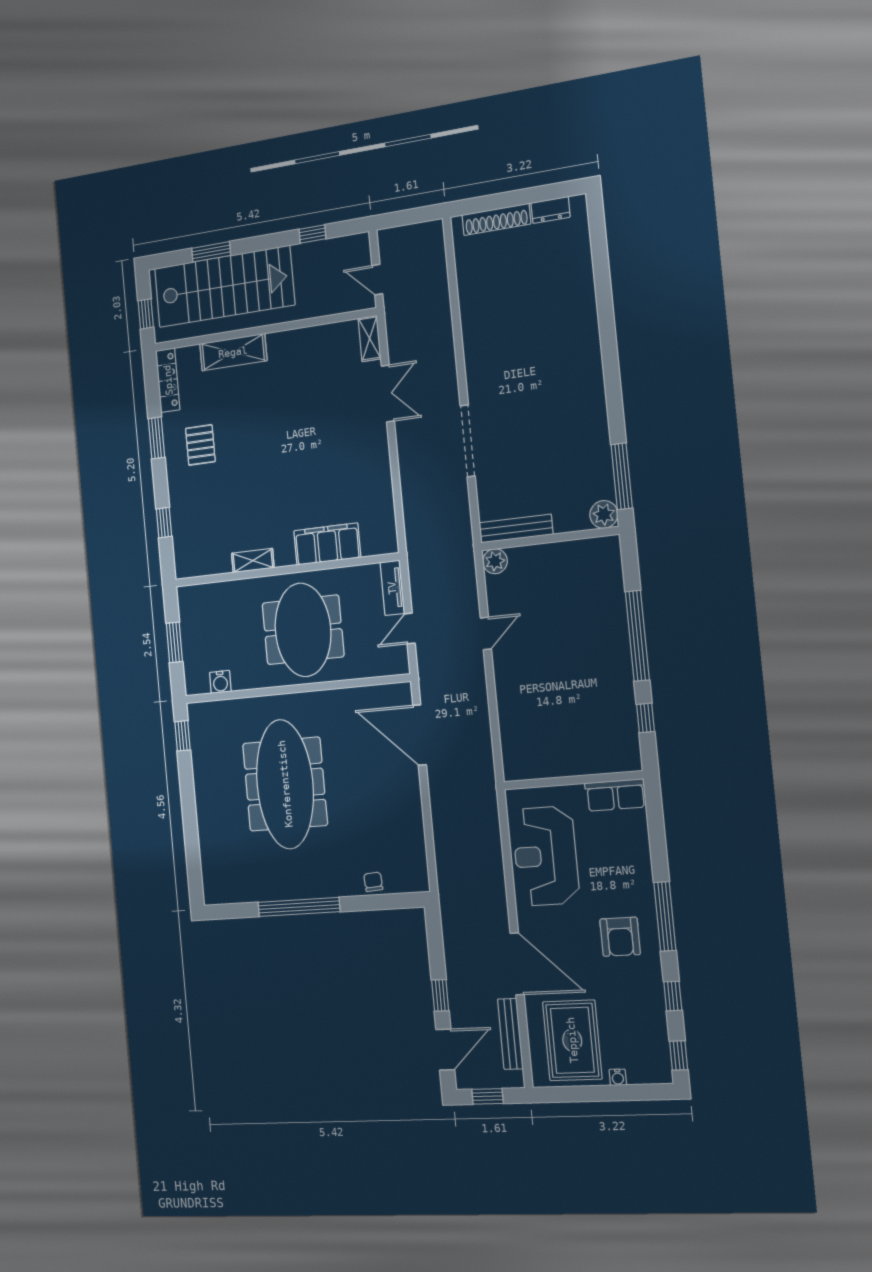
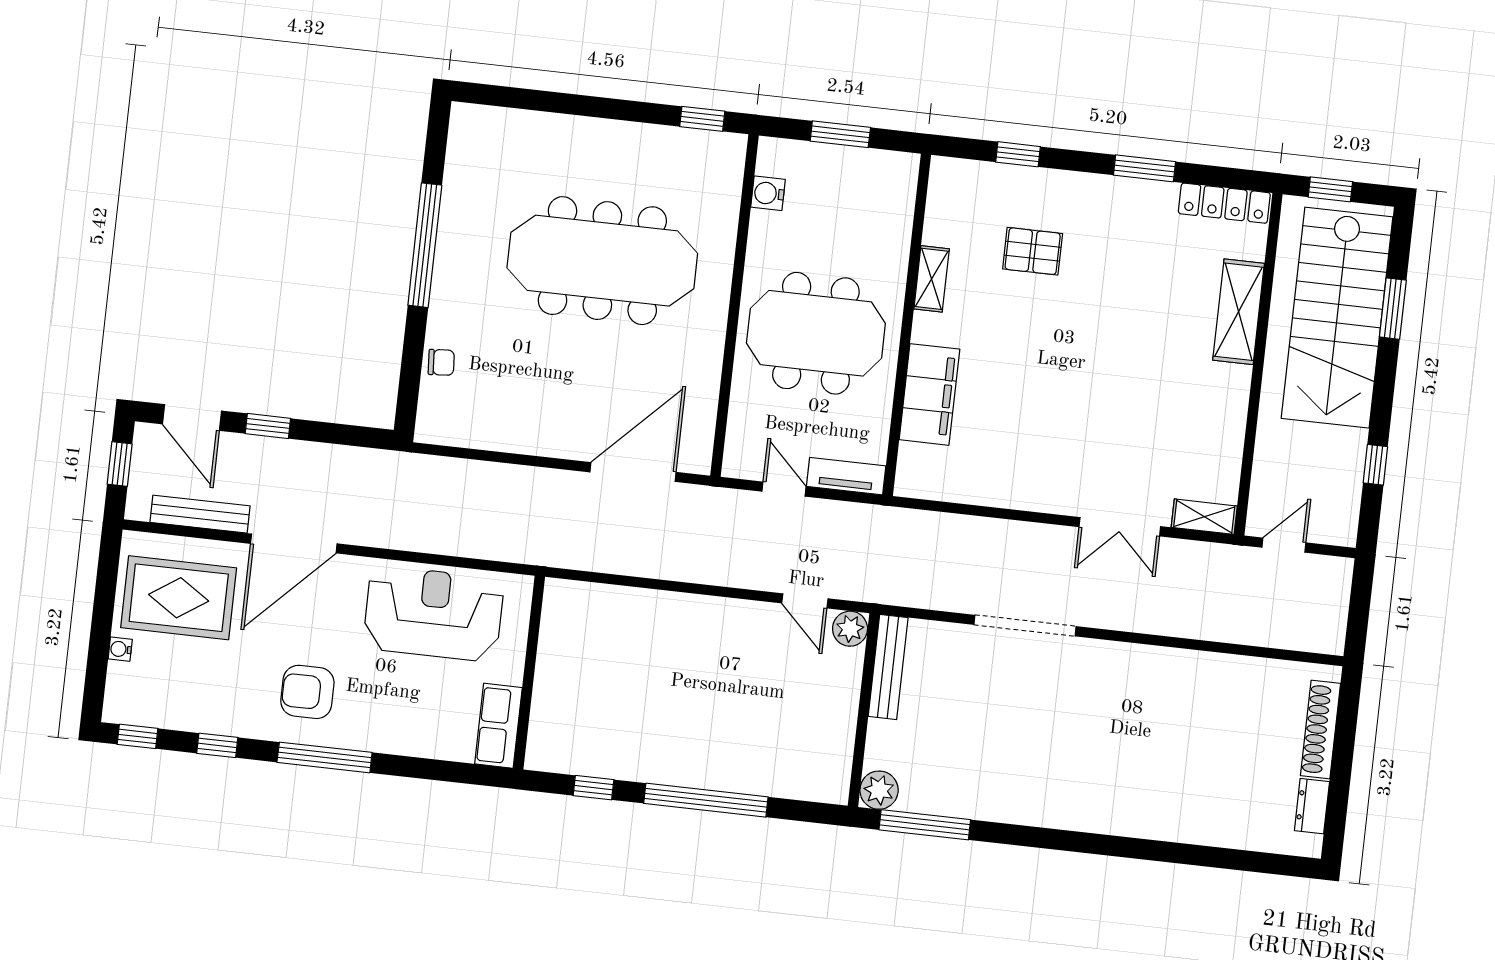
pallet: (200, 445) -> (1033, 251), moved
door: (486, 633) -> (805, 601), moved

